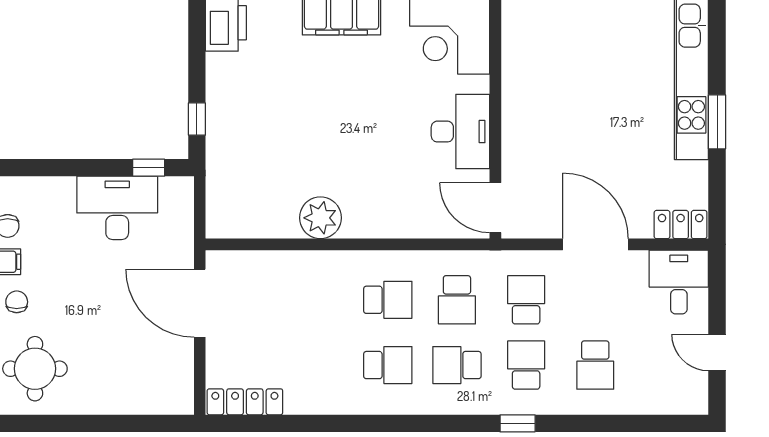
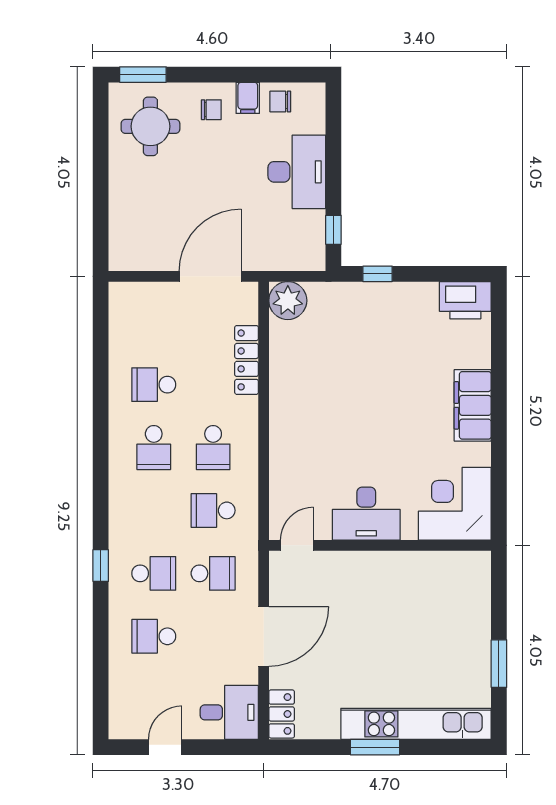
desk: (117, 208) -> (297, 172), moved
door: (495, 208) -> (297, 545), width x0.73
plant: (320, 218) -> (288, 301), moved
school desk: (457, 365) -> (154, 385), moved, turned -90
locker: (245, 402) -> (247, 360), moved, turned 180

